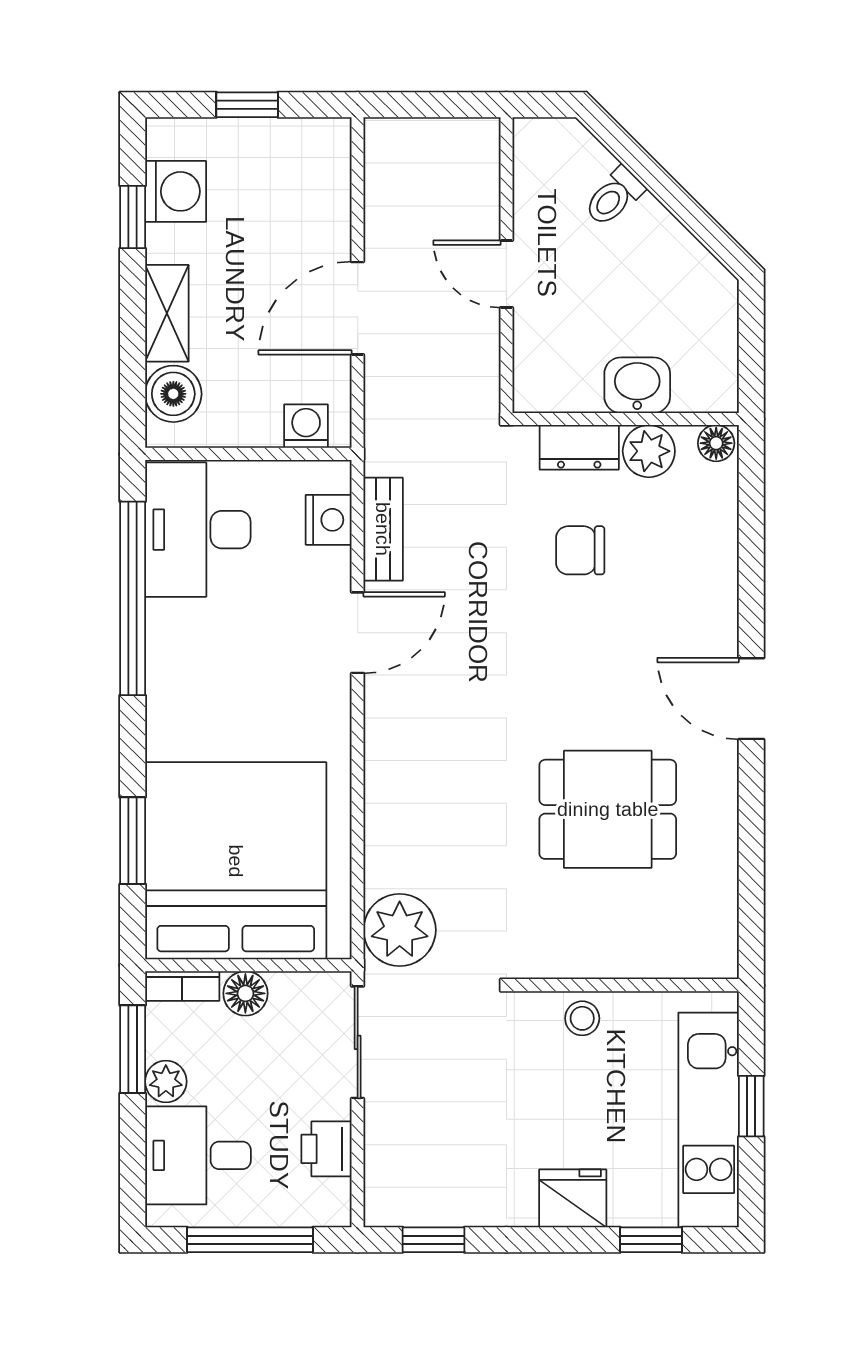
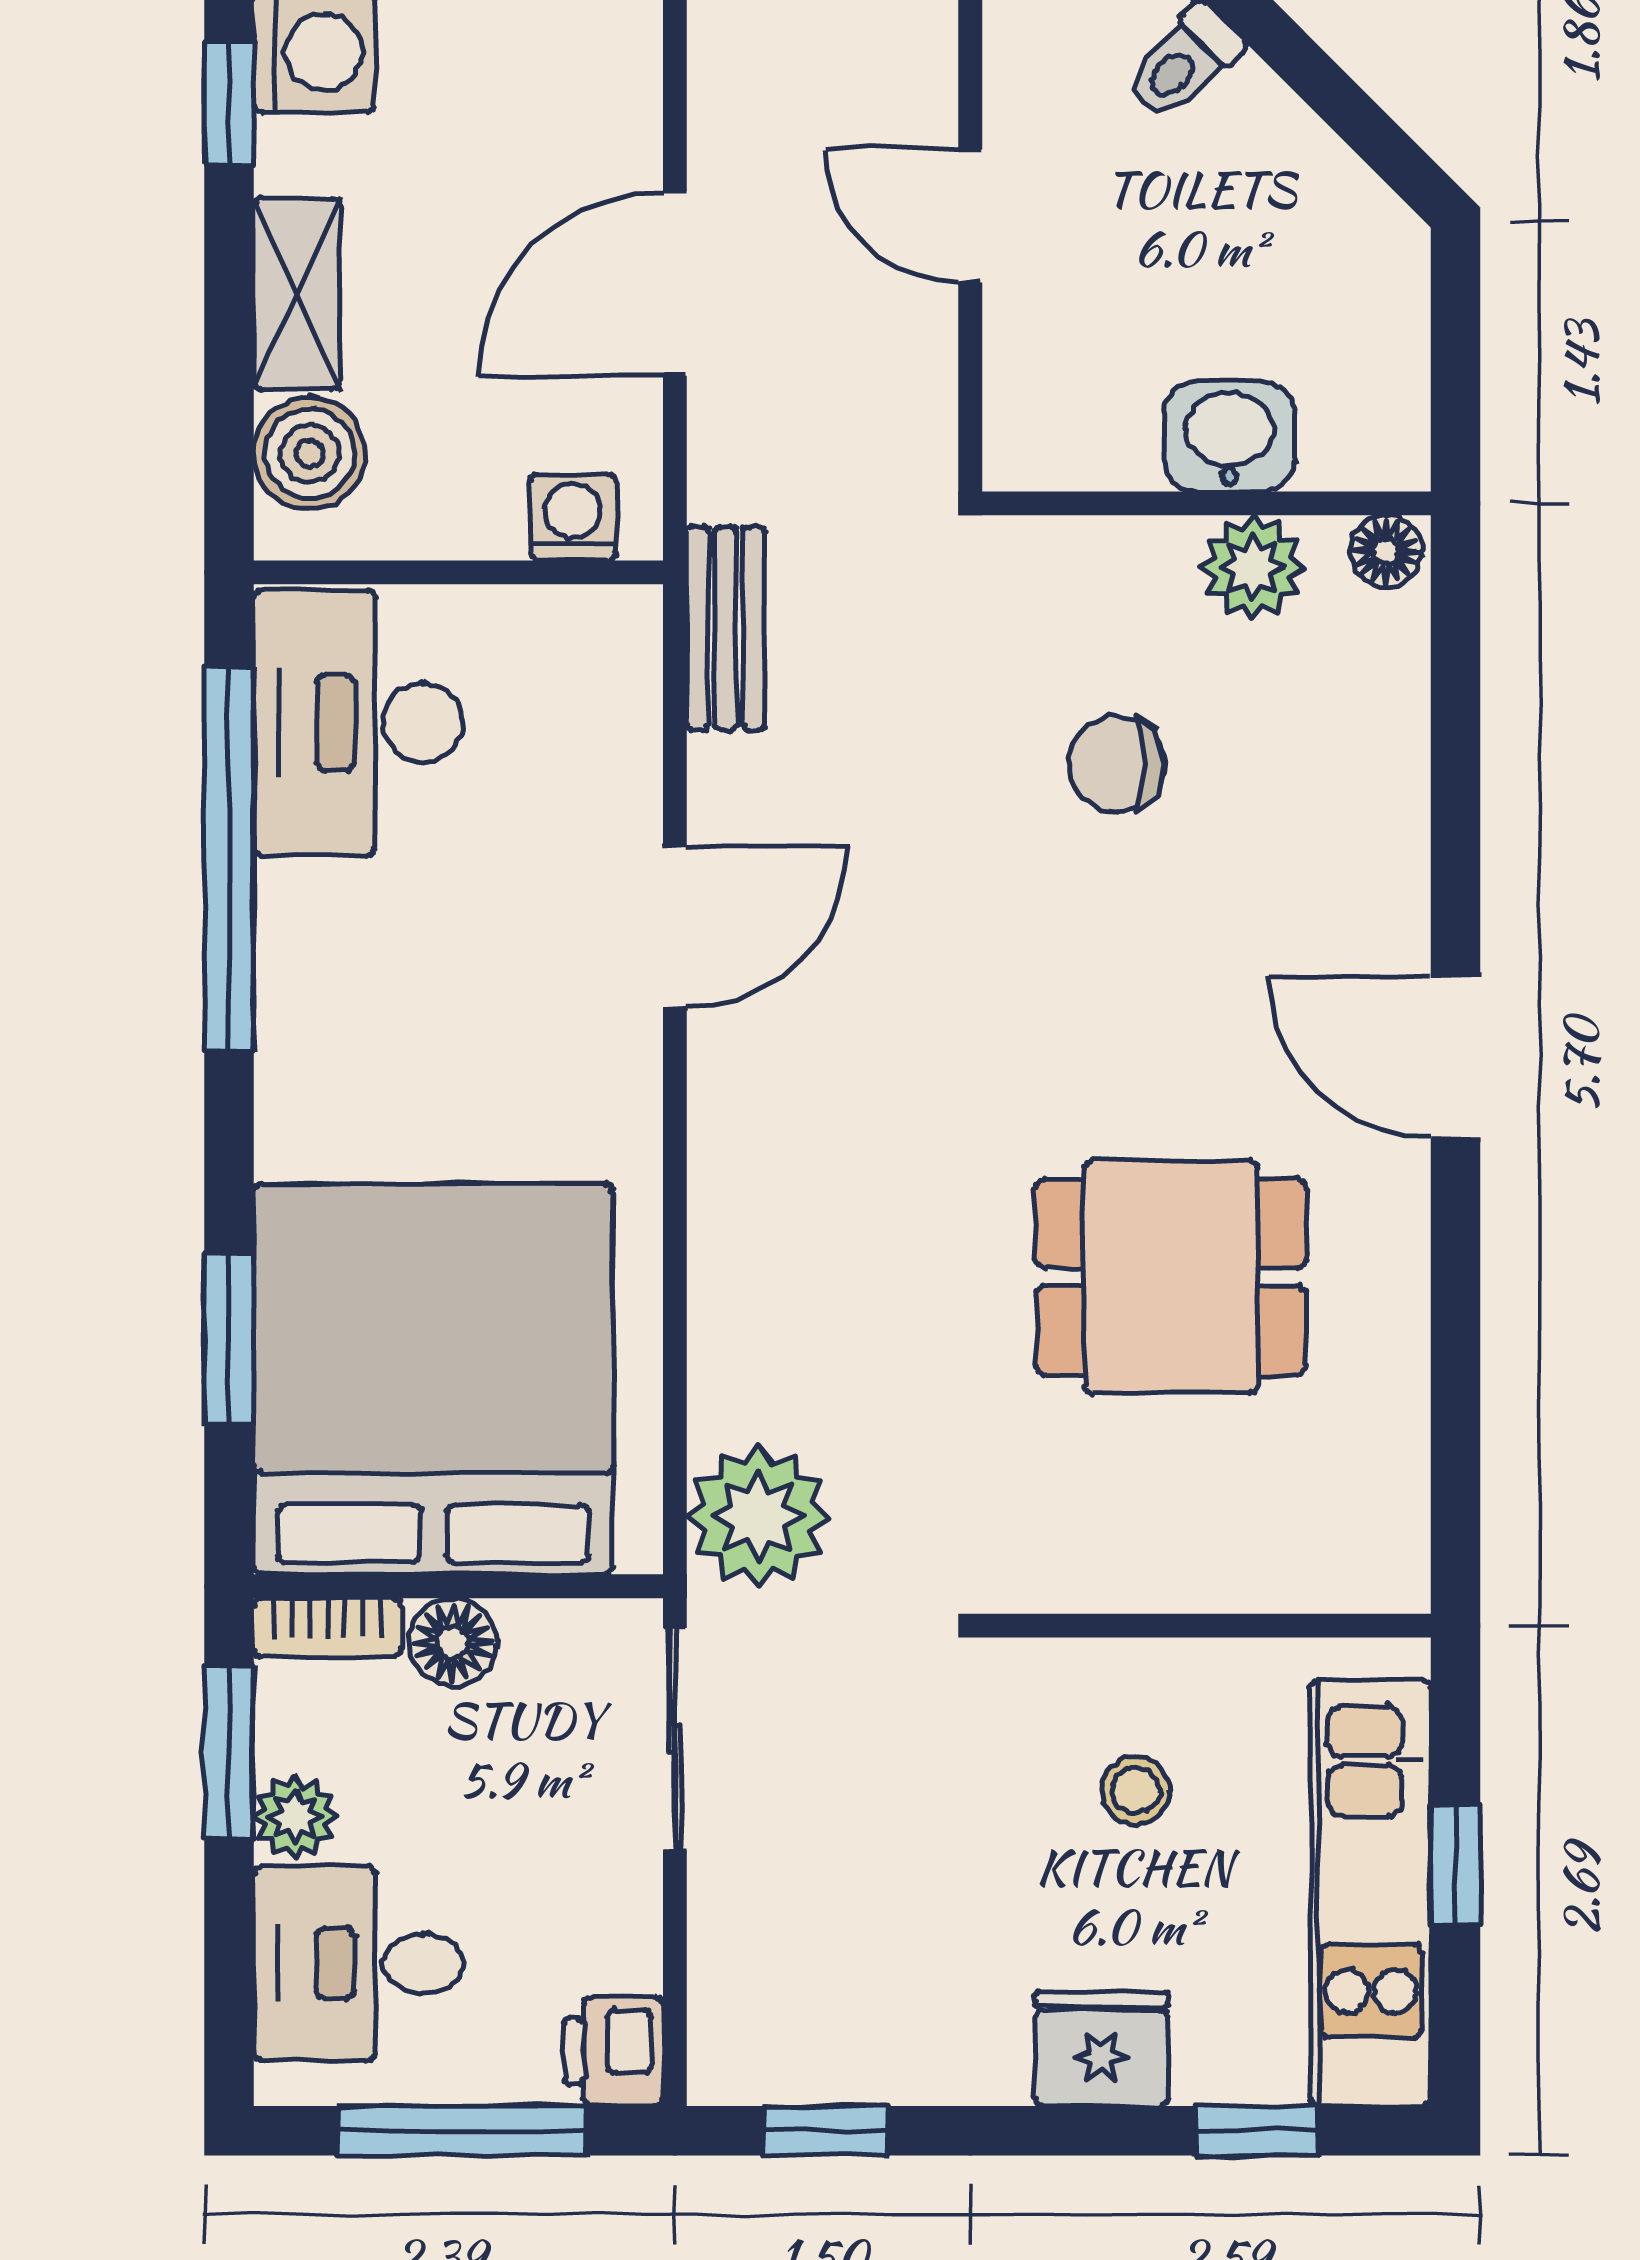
dresser: (579, 447) -> (1114, 559), removed
nightstand: (329, 520) -> (618, 703), removed
bench: (383, 529) -> (726, 628), moved
stool: (582, 1018) -> (1136, 1790), moved
printer: (327, 1149) -> (613, 2051), moved

